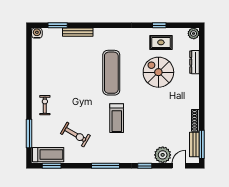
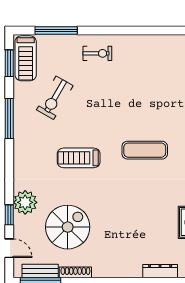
spiral stairs: (158, 72) -> (68, 227), moved
exercise mat: (111, 73) -> (145, 150), width x0.73, depth x0.69
plant: (163, 155) -> (25, 202), moved
window: (106, 166) -> (9, 118), moved
window: (145, 166) -> (9, 215), moved

